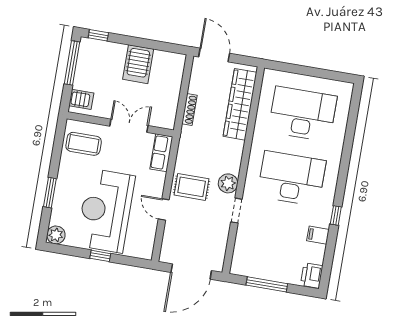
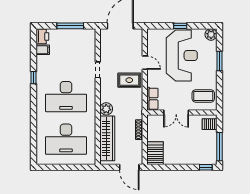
server rack: (138, 64) -> (155, 153), moved
plant: (228, 183) -> (106, 109), moved
filing cabinet: (318, 235) -> (43, 50), moved

